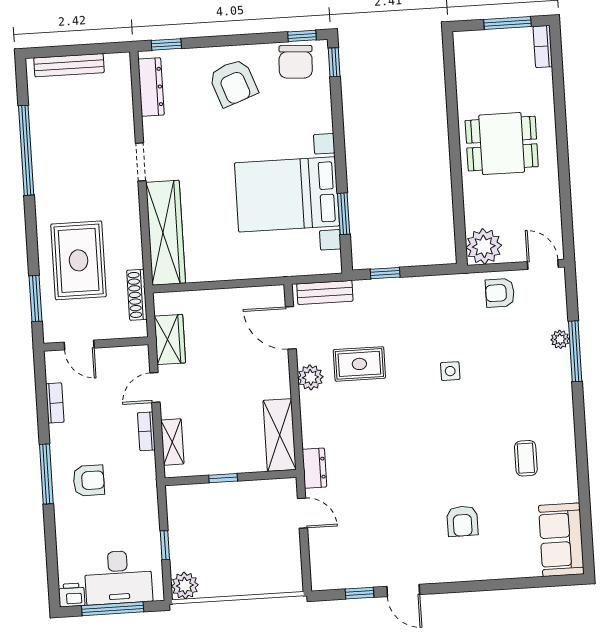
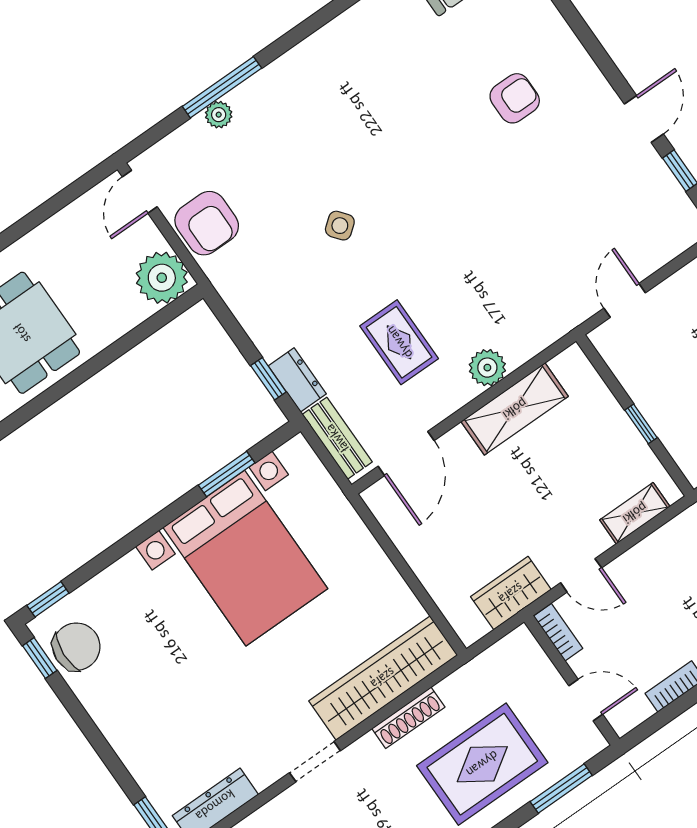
armchair: (233, 83) -> (149, 707), removed
armchair: (500, 293) -> (207, 223), width x1.38, depth x1.38
shoe rack: (137, 295) -> (408, 718), moved
door: (79, 345) -> (586, 700), hinge flipped
side table: (450, 371) -> (340, 226), turned -38
plant: (310, 377) -> (487, 368), moved
bookcase: (146, 431) -> (558, 632), moved, turned -90
shelving: (280, 435) -> (515, 409), moved
coffee table: (526, 458) -> (390, 68), removed
dresser: (314, 468) -> (297, 380), moved, turned 90

